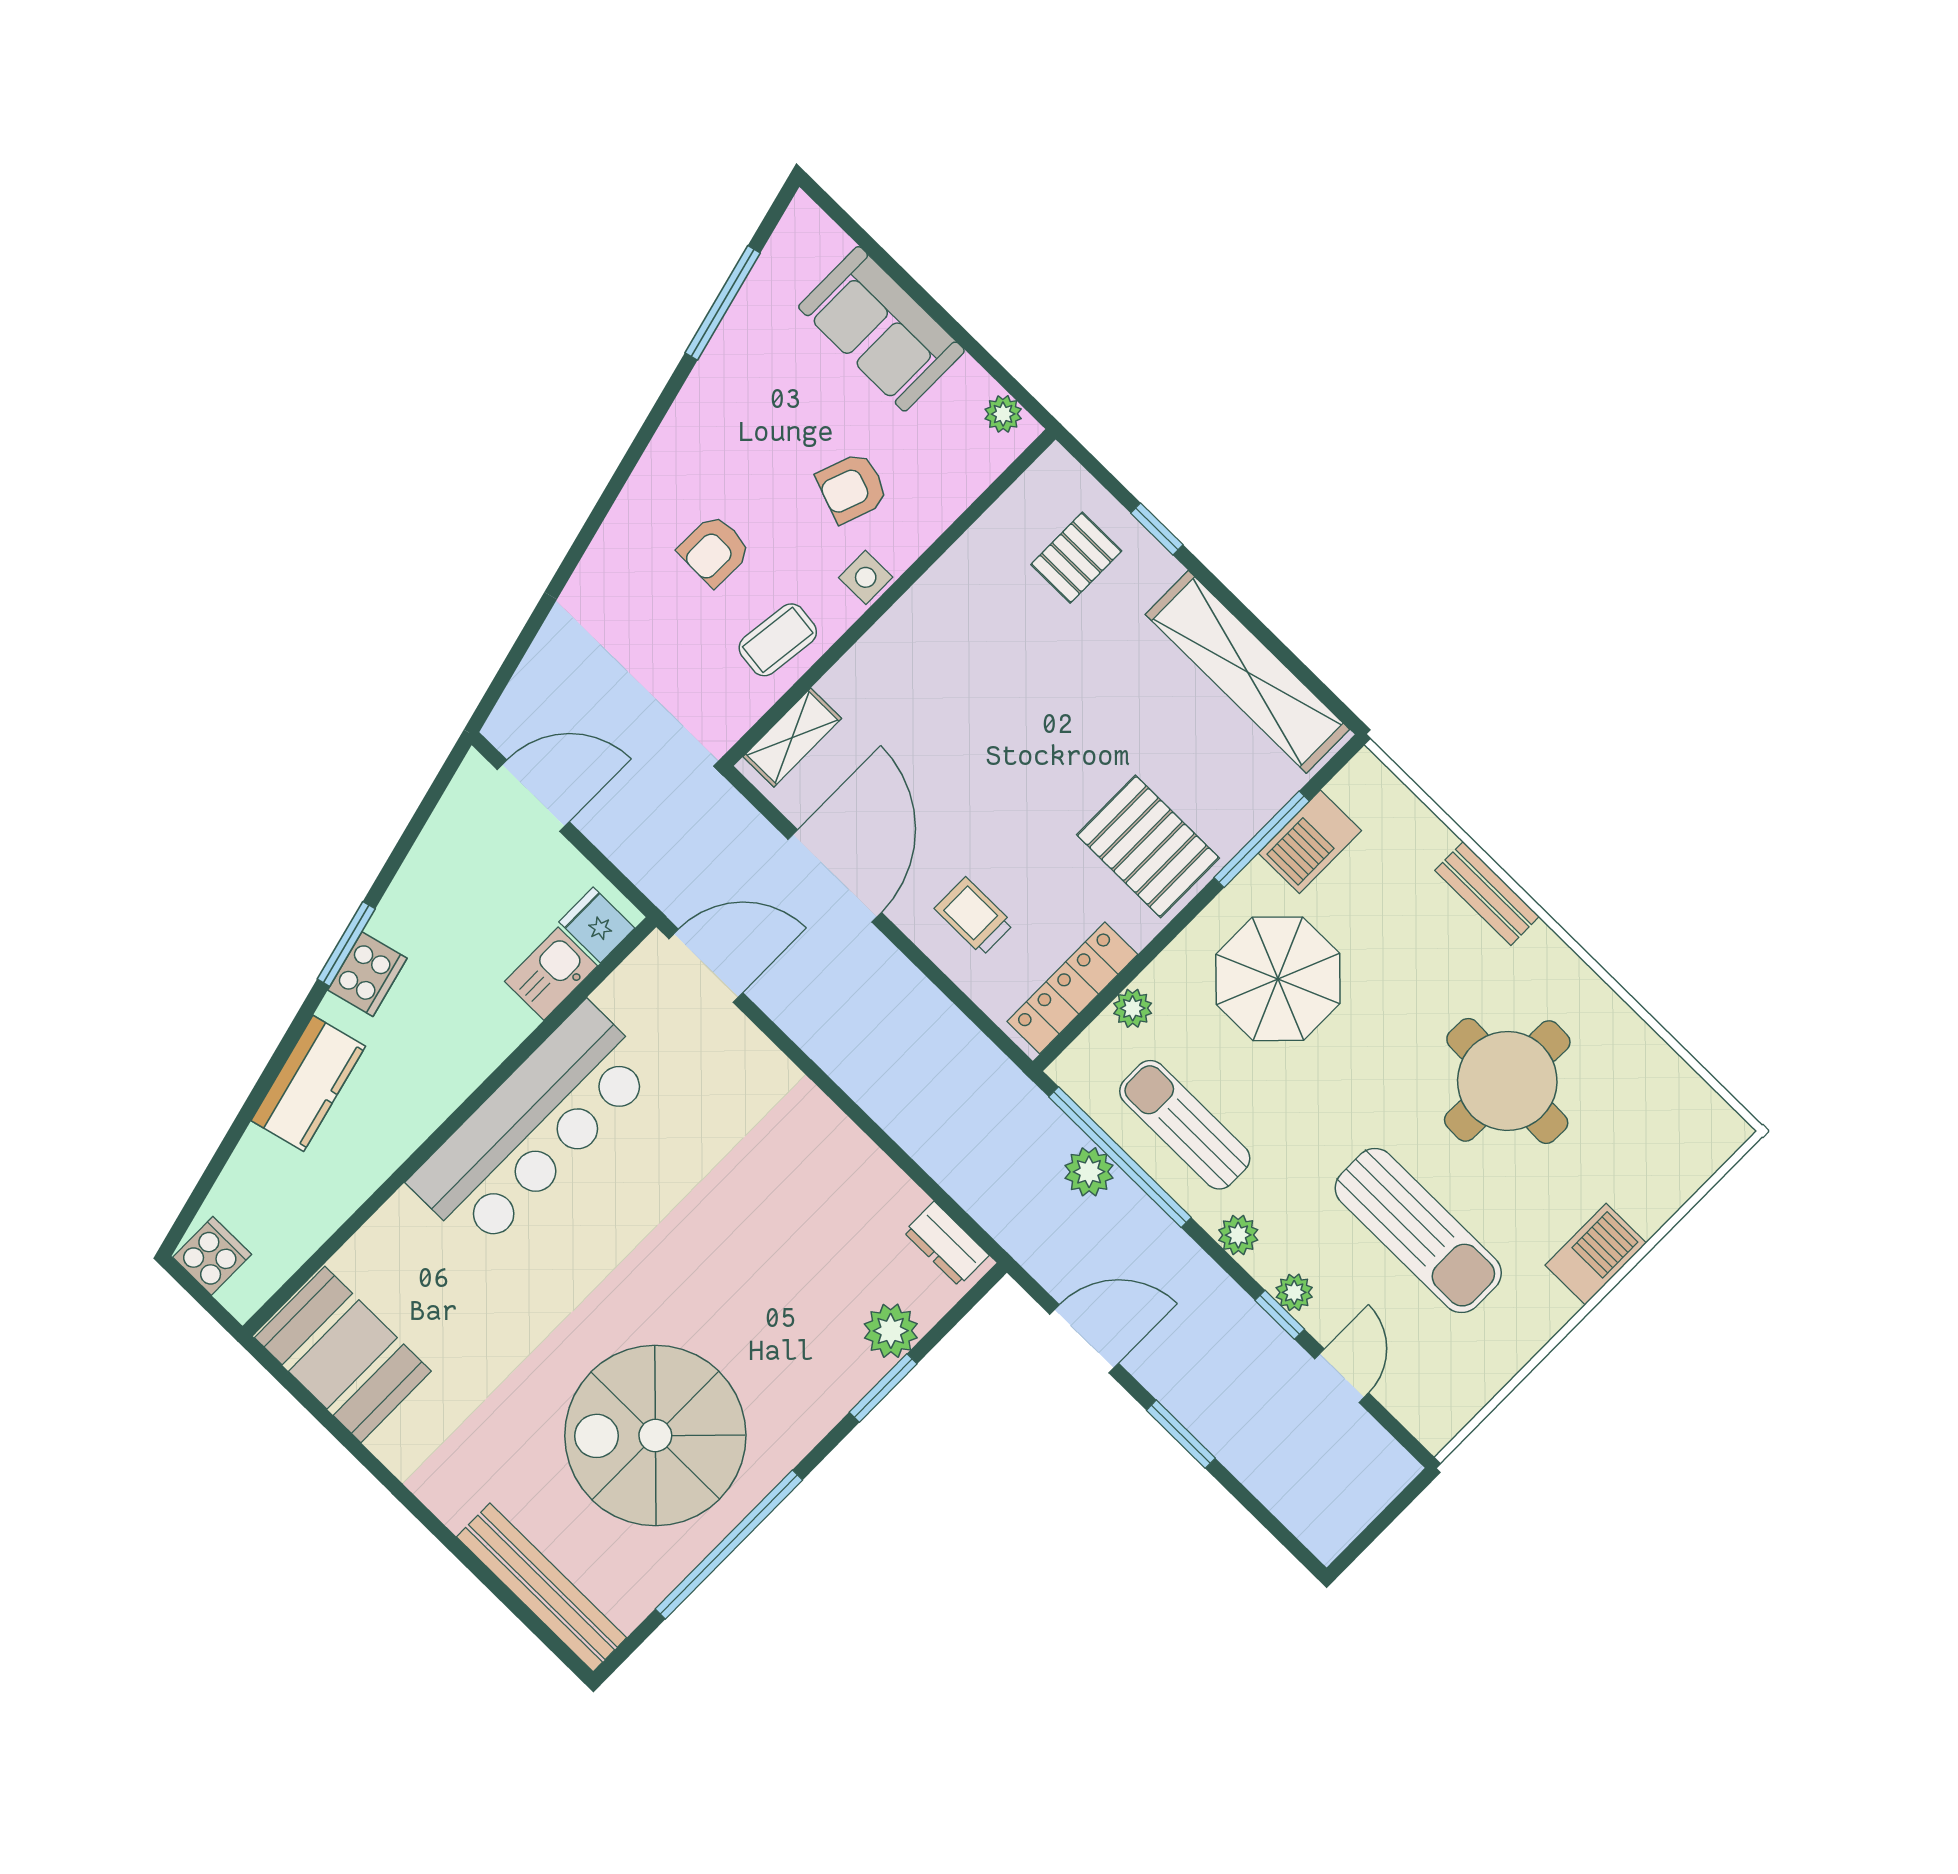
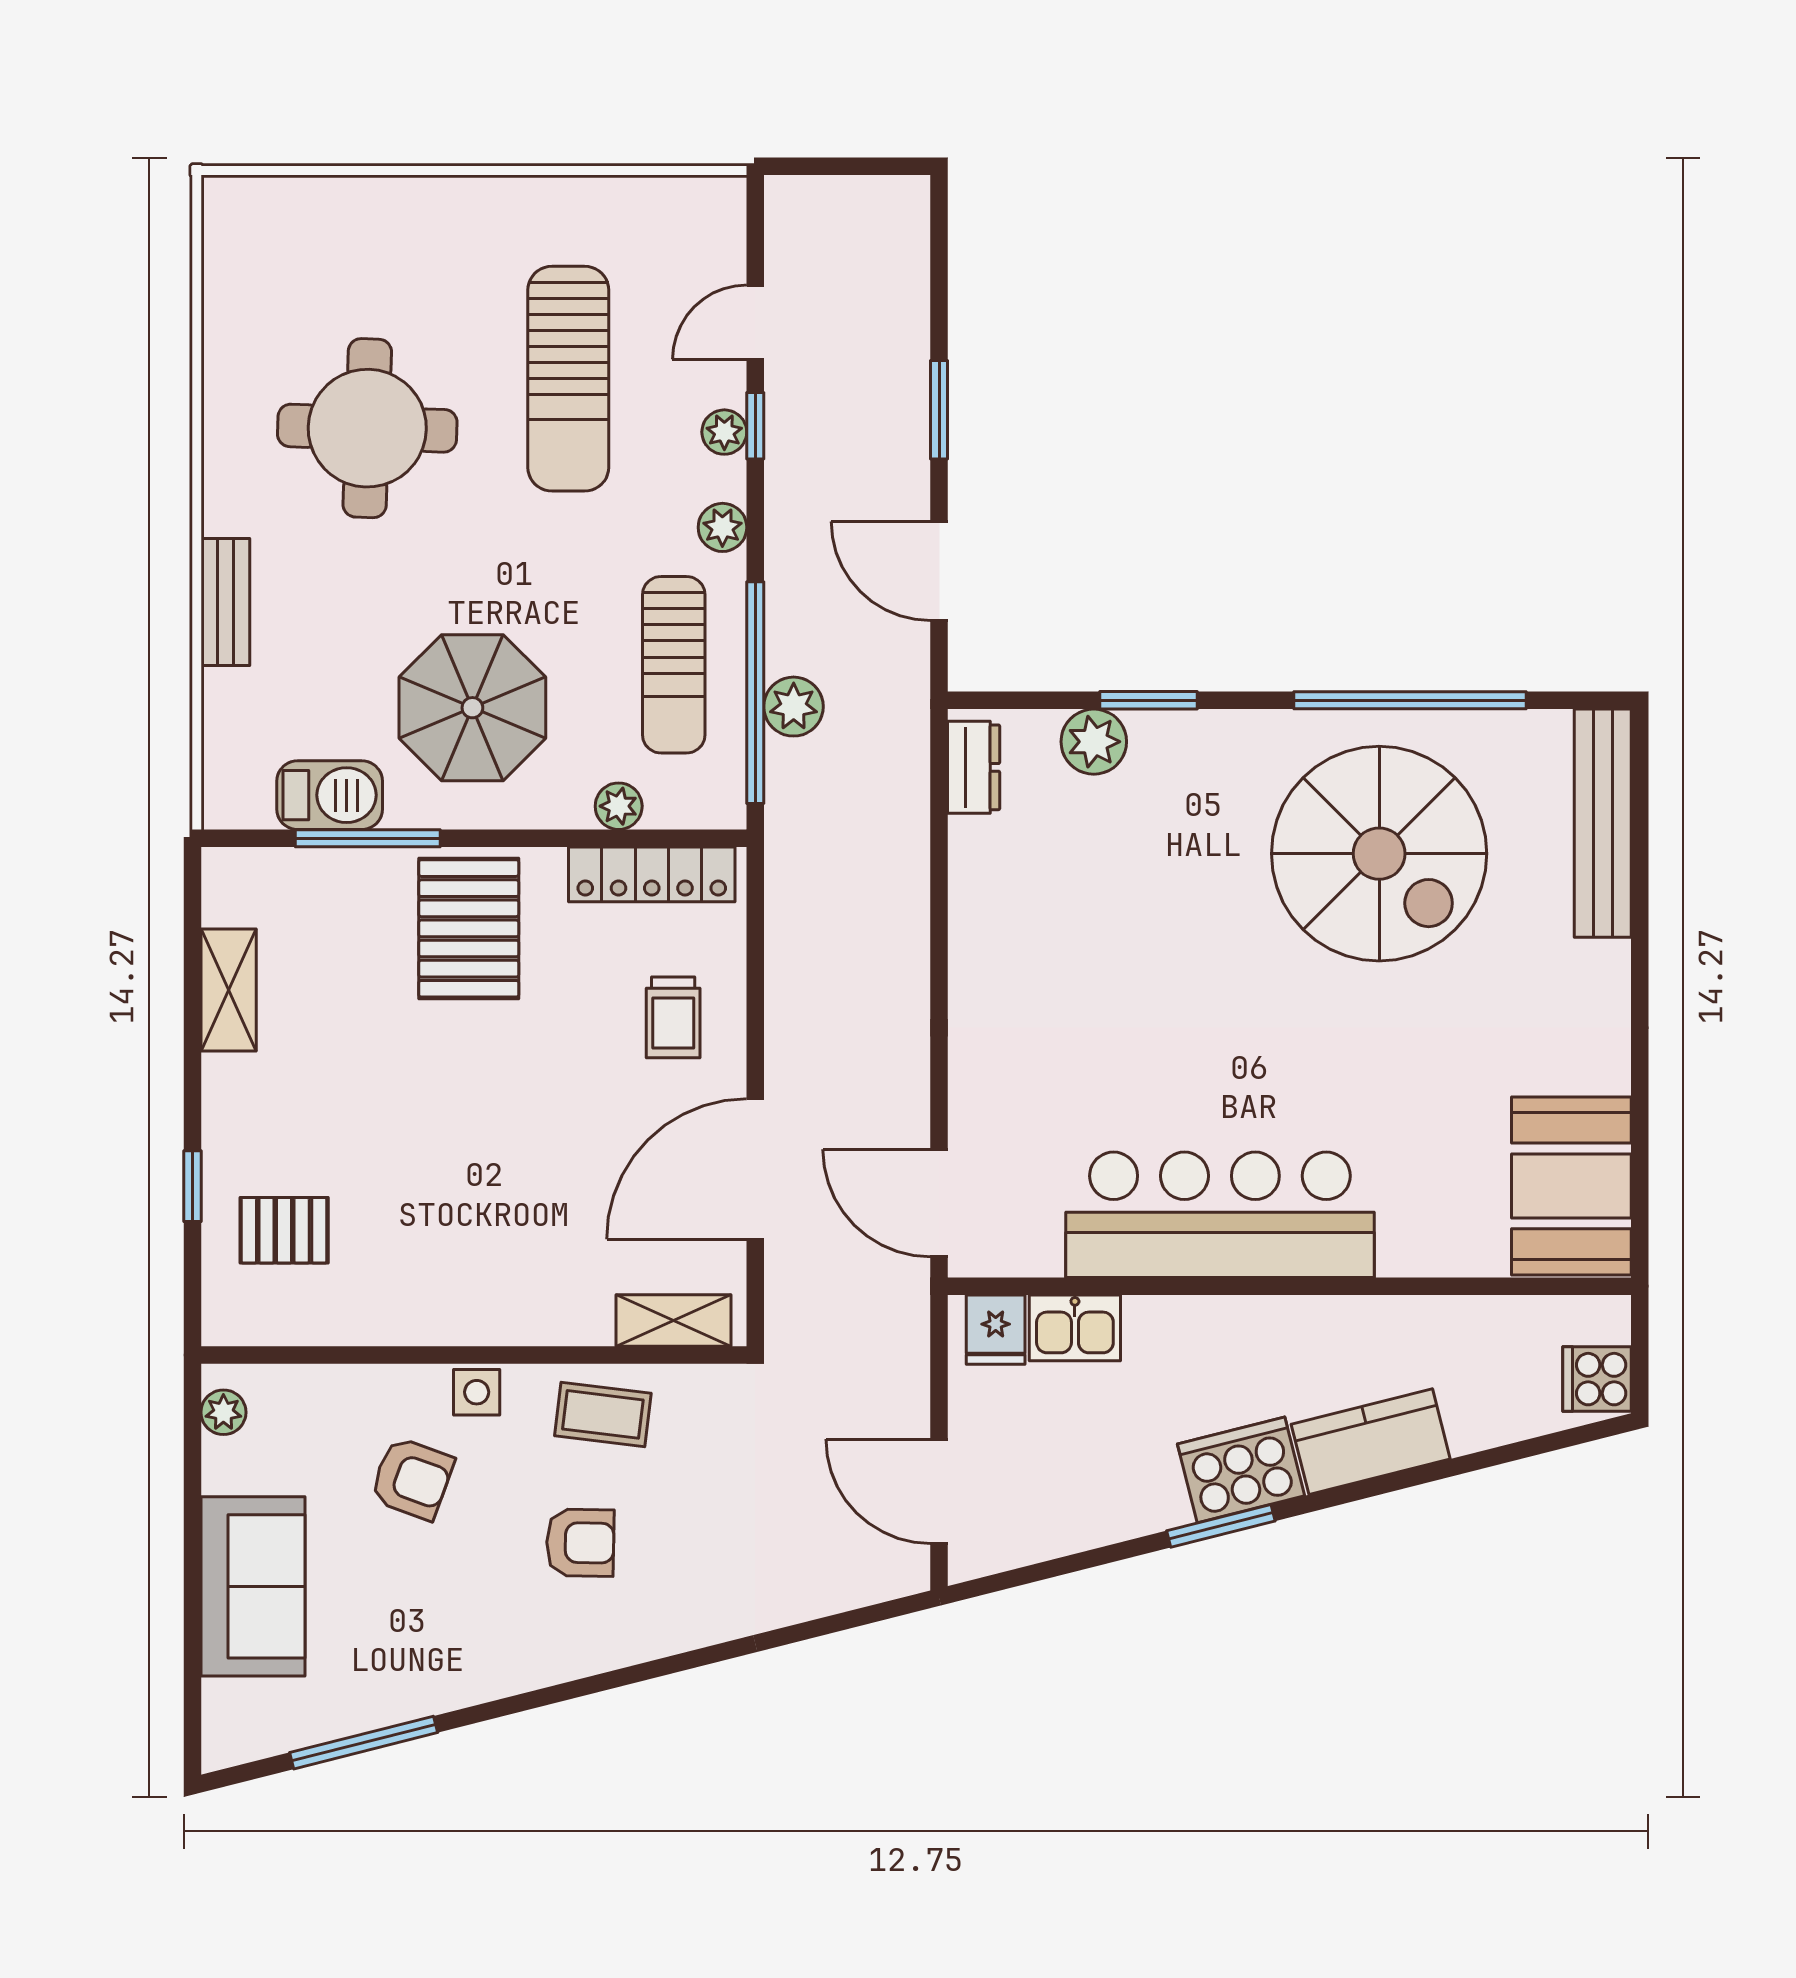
shelving: (1247, 672) -> (229, 990), width x0.45, depth x0.75
cooker: (367, 974) -> (1241, 1470), width x1.37, depth x1.31
sun lounger: (1418, 1231) -> (568, 379), turned 180
barbecue: (1596, 1254) -> (440, 209), removed

